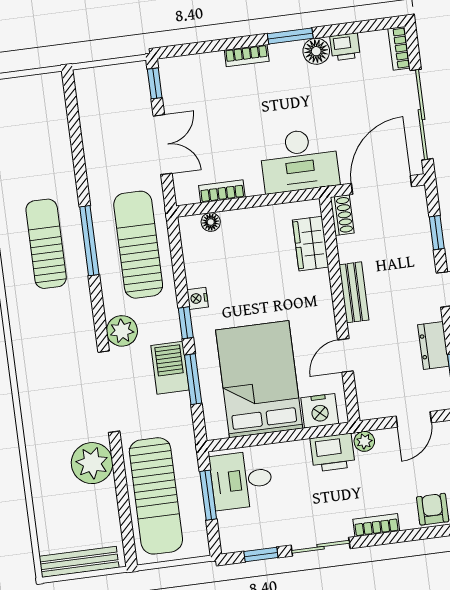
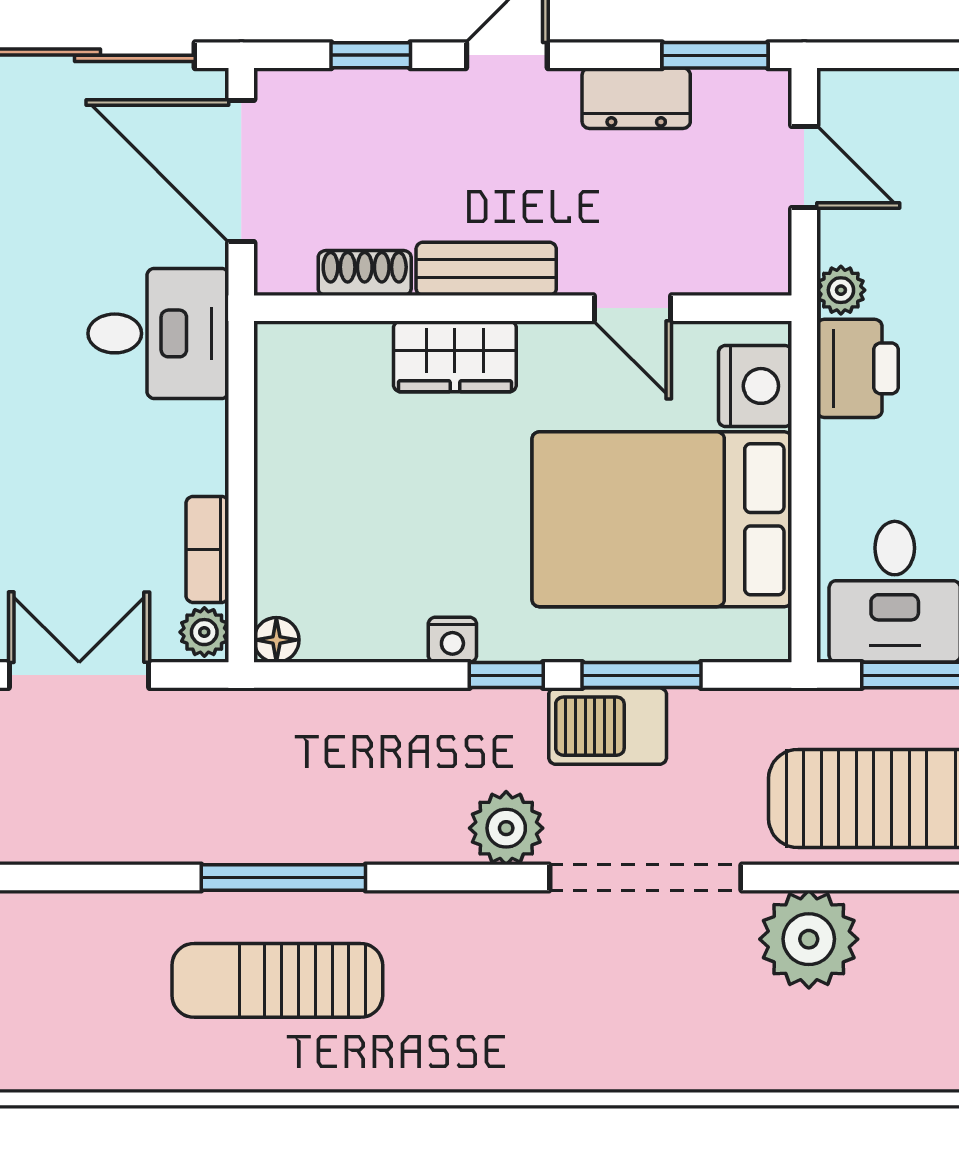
desk: (299, 160) -> (158, 333), width x0.73
plant: (187, 194) -> (204, 632), added
shoe rack: (342, 215) -> (365, 273), moved
floor lamp: (211, 222) -> (276, 640), moved
wardrobe: (311, 244) -> (455, 356), moved
sun lounger: (138, 245) -> (308, 763), removed

